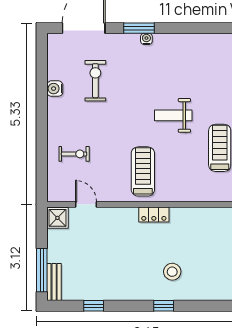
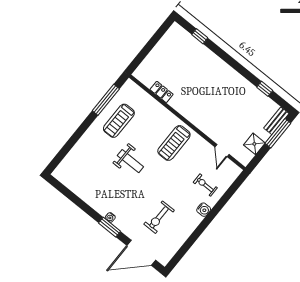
water cooler: (55, 89) -> (204, 210), moved
locker: (154, 215) -> (162, 92), moved
shower: (57, 218) -> (254, 144), moved
stool: (172, 272) -> (204, 72), removed
window: (164, 306) -> (200, 36), moved

